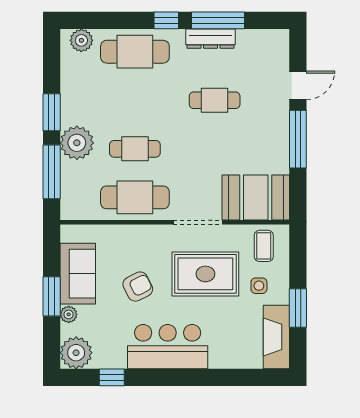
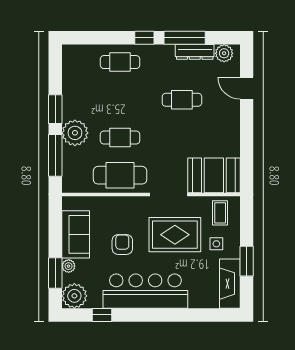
dresser: (210, 39) -> (195, 52), moved
plant: (81, 40) -> (224, 53), moved
cafe table: (135, 52) -> (120, 62), width x0.73, depth x0.74
door: (298, 85) -> (247, 88), swing flipped
window: (298, 139) -> (247, 130), removed
armchair: (138, 287) -> (122, 245), turned -63
window: (52, 296) -> (55, 273), moved
bar counter: (168, 347) -> (145, 291), width x1.36

